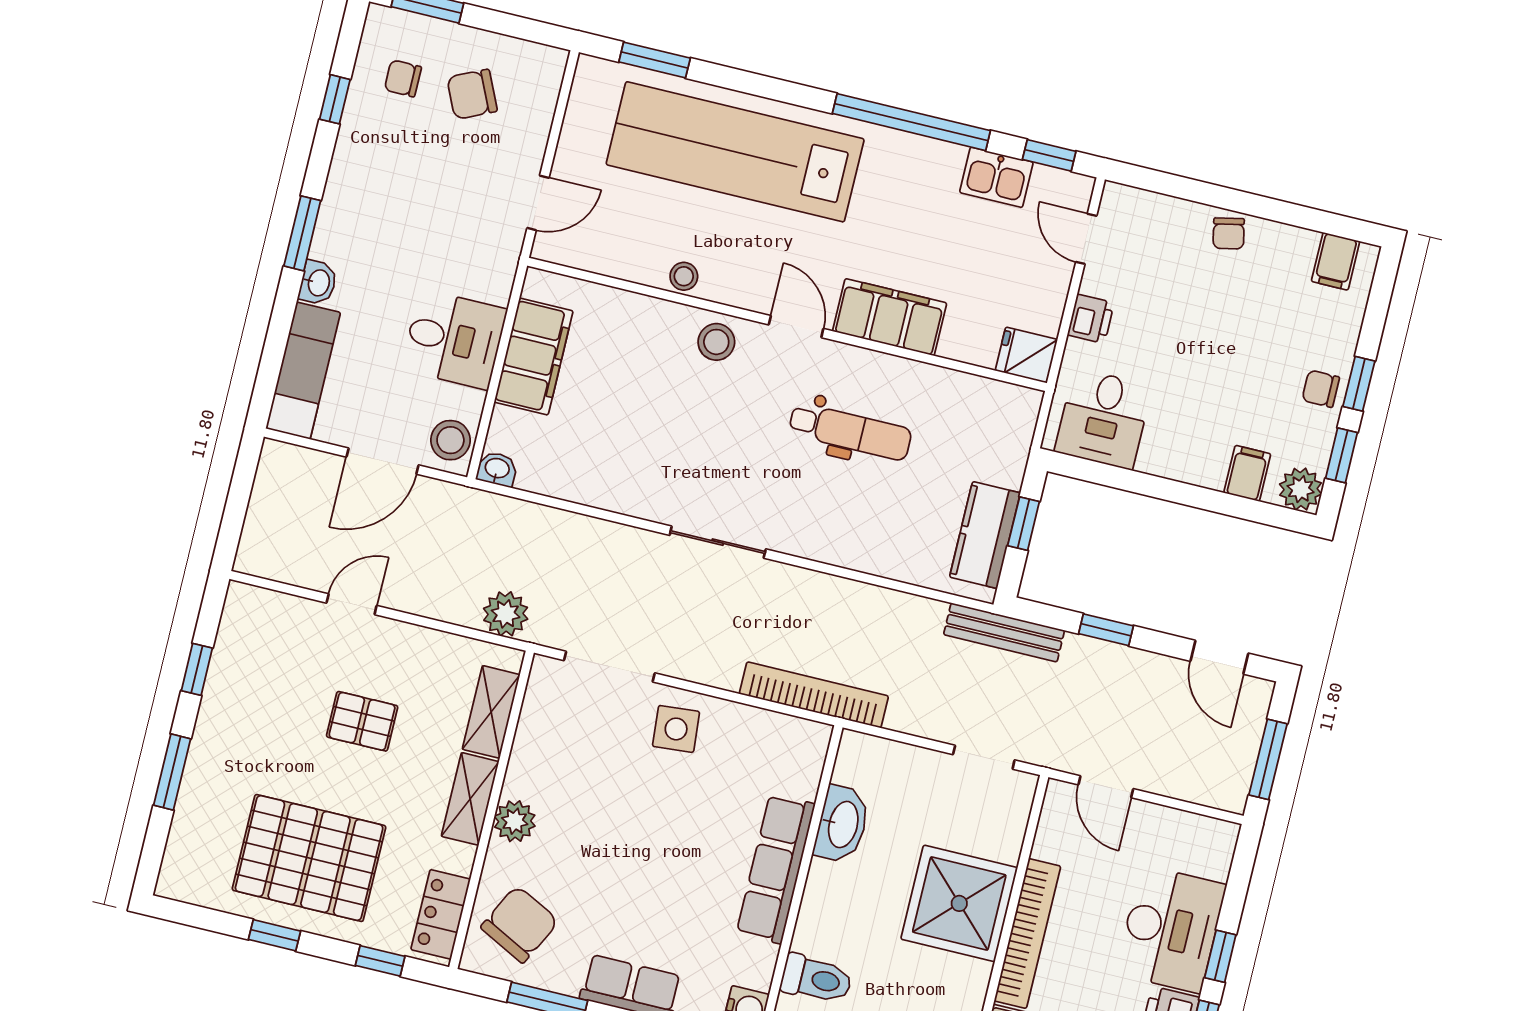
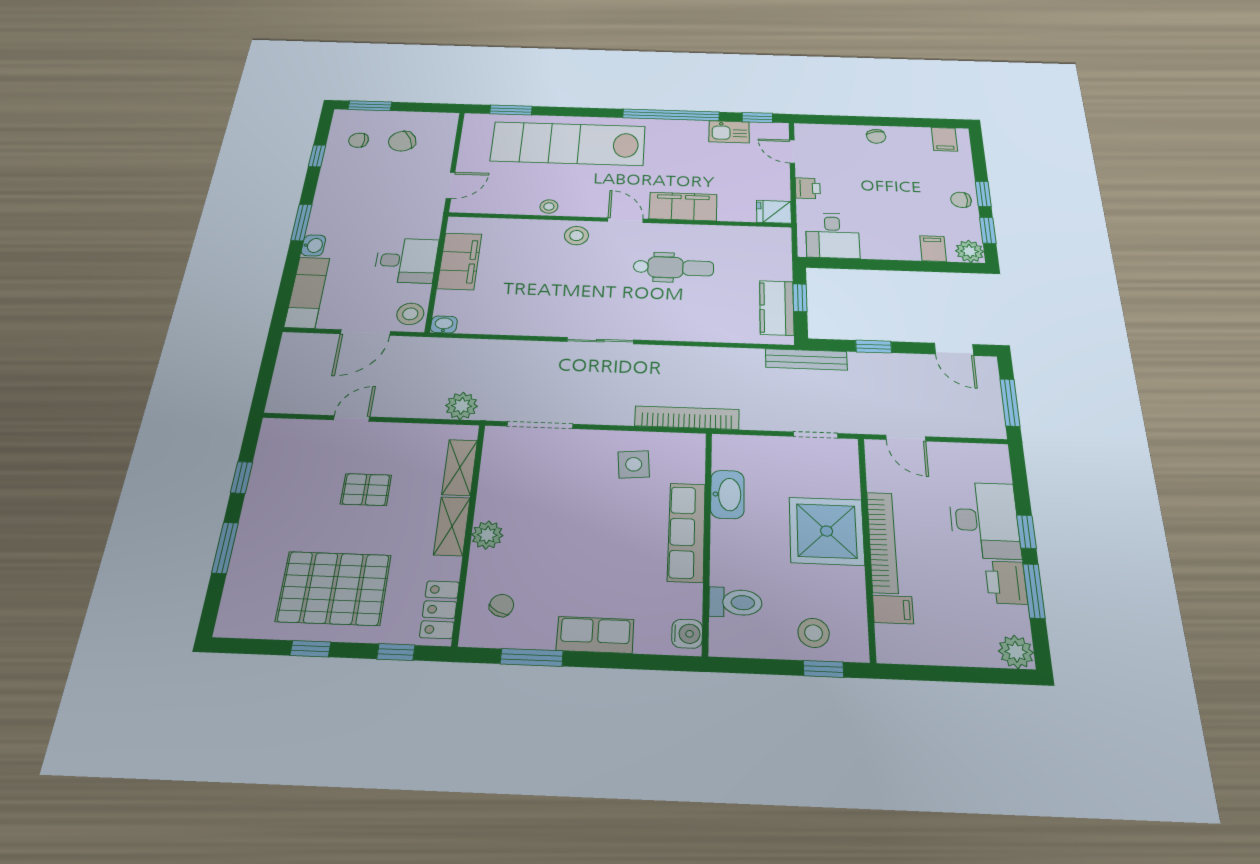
side table: (676, 729) -> (634, 464), moved
chair: (520, 924) -> (502, 605), width x0.54, depth x0.54

